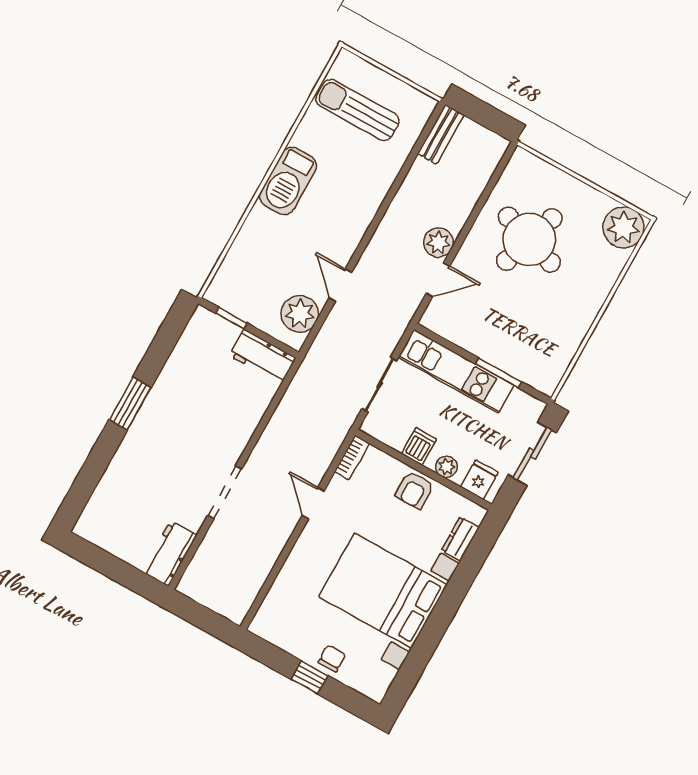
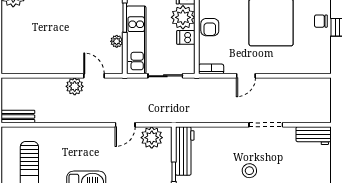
round table: (529, 240) -> (47, 40), removed
plant: (470, 341) -> (117, 41), added
workbench: (263, 357) -> (185, 151), width x1.38
stool: (171, 430) -> (249, 171), added
plant: (446, 467) -> (183, 17), width x1.88, depth x1.88
armchair: (415, 490) -> (210, 27), turned 90

